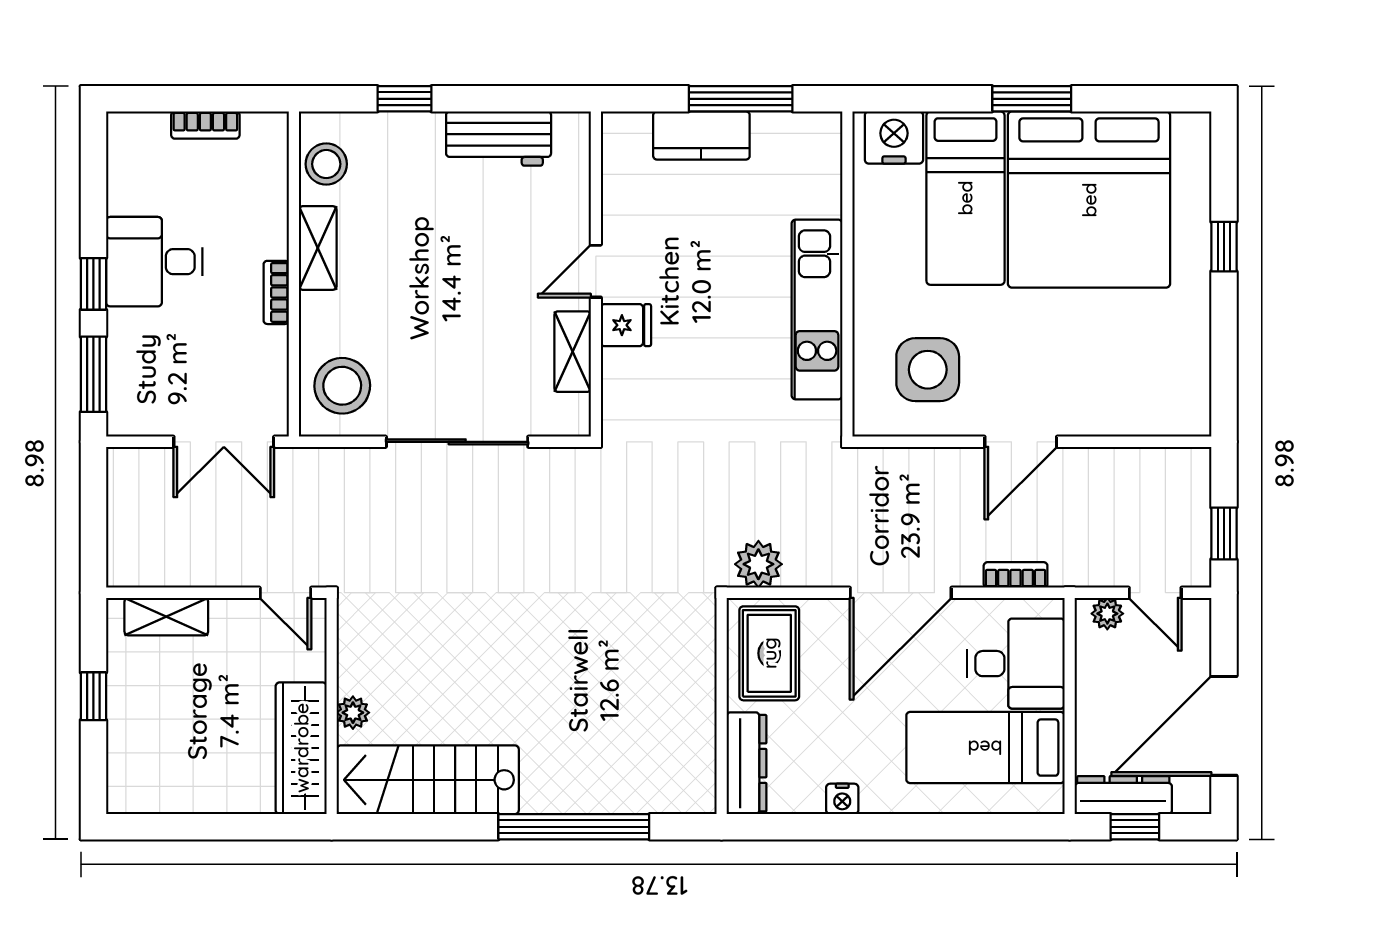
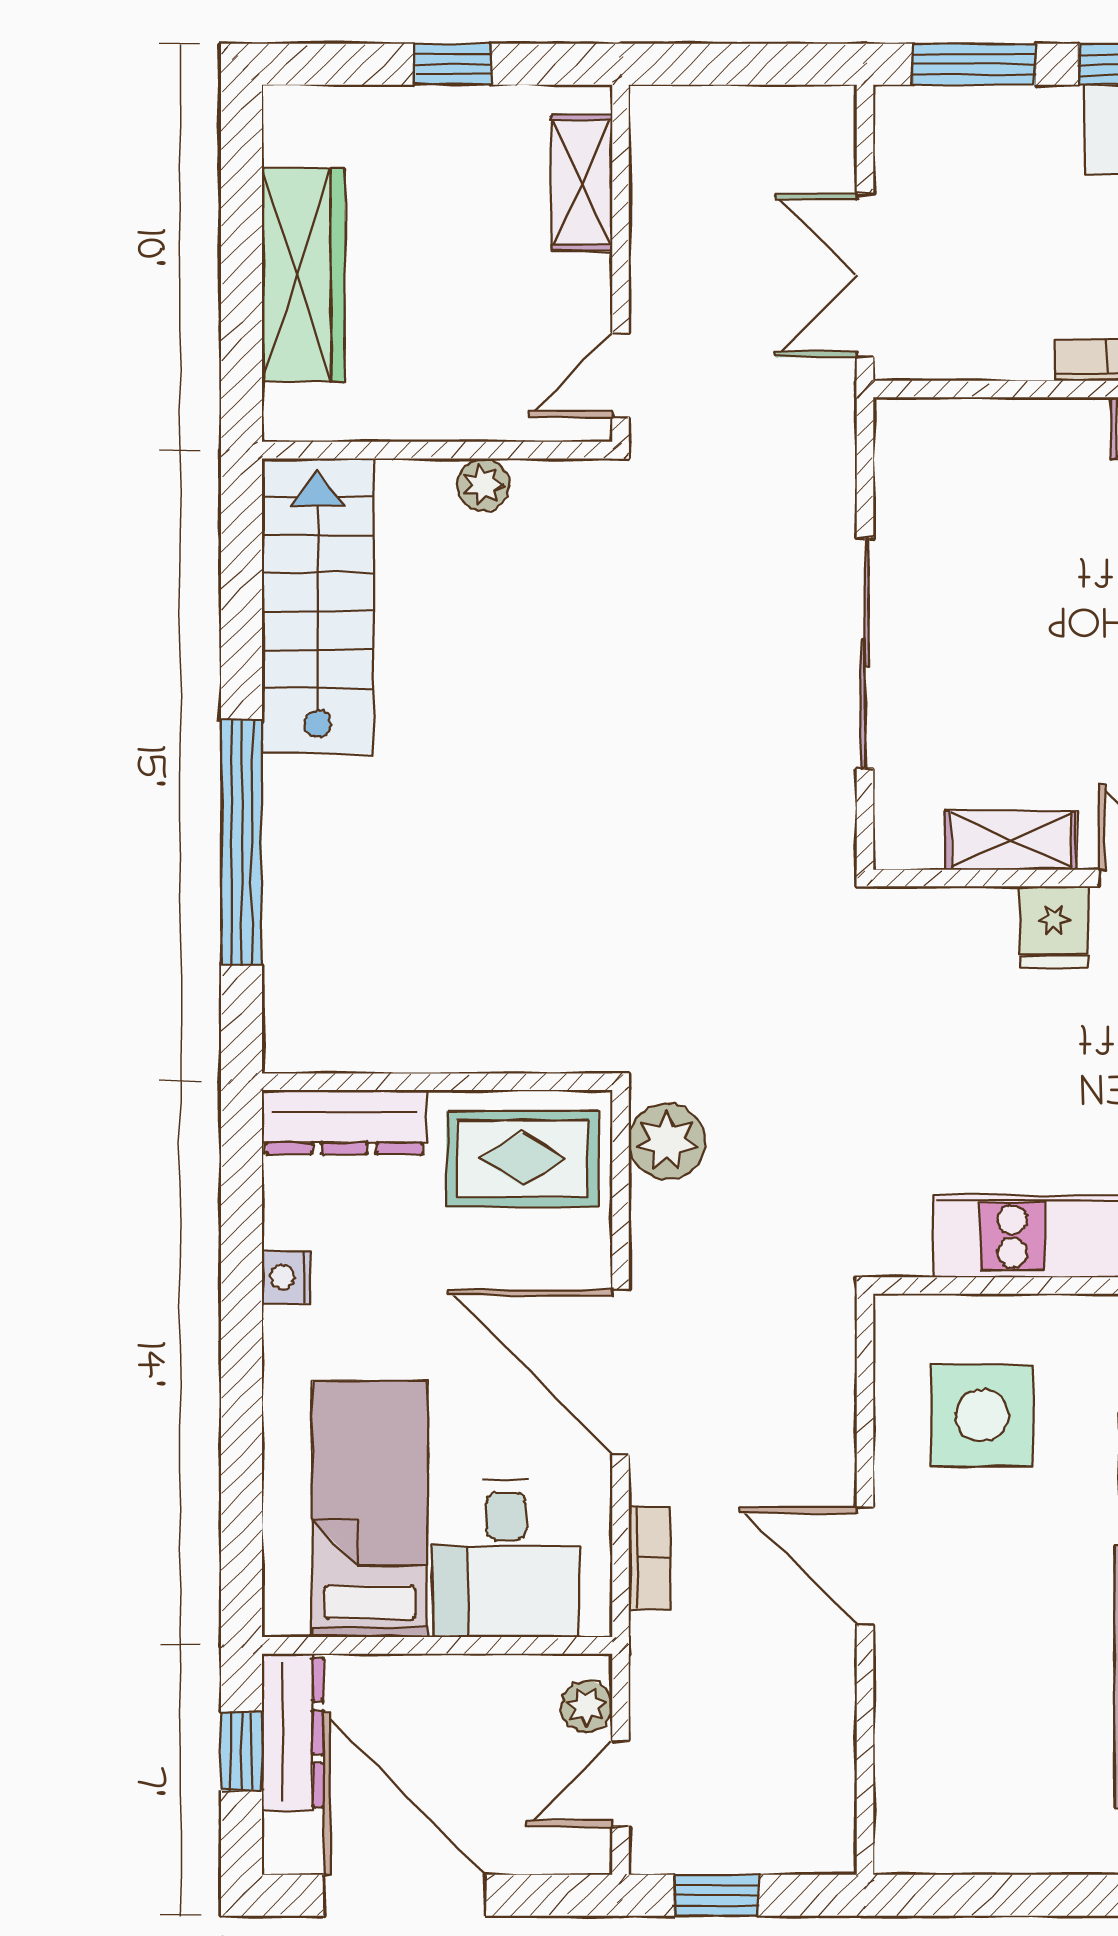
stool: (342, 386) -> (956, 467), removed
plant: (353, 713) -> (483, 485), moved
wardrobe: (301, 748) -> (303, 275), moved, turned 90

